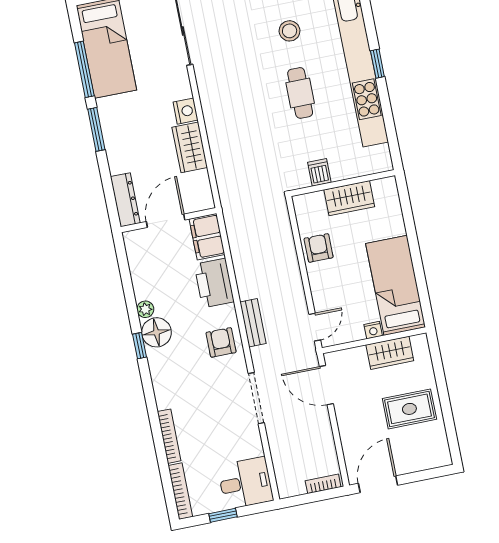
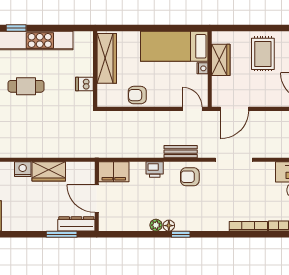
window: (96, 129) -> (62, 234), moved
wardrobe: (349, 198) -> (107, 58), width x1.50
printer: (214, 283) -> (155, 169), width x0.53, depth x0.68
floor lamp: (156, 332) -> (169, 226), width x0.53, depth x0.53

